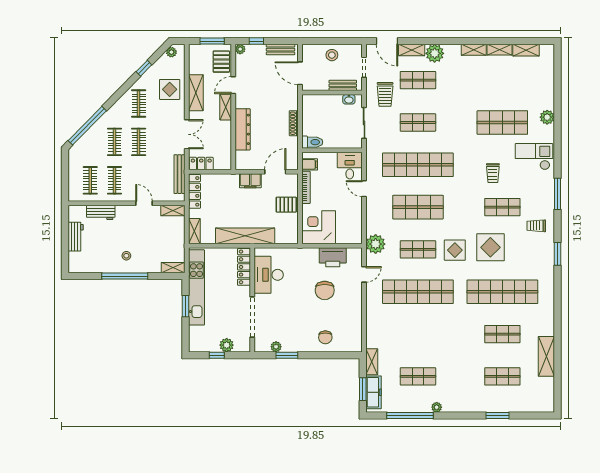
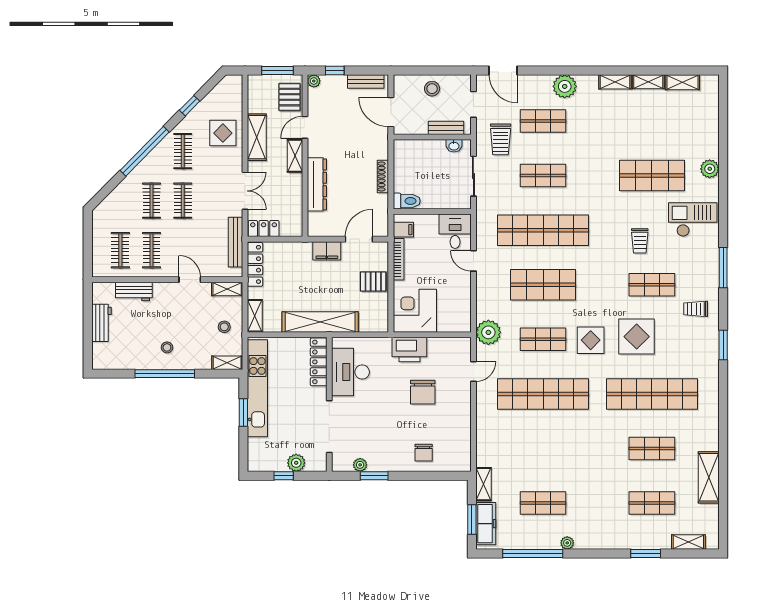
shelving: (412, 50) -> (688, 542), moved
plant: (171, 52) -> (225, 85), removed
window: (87, 126) -> (145, 151), moved
stool: (171, 240) -> (224, 327), added
printer: (333, 257) -> (409, 350), moved

